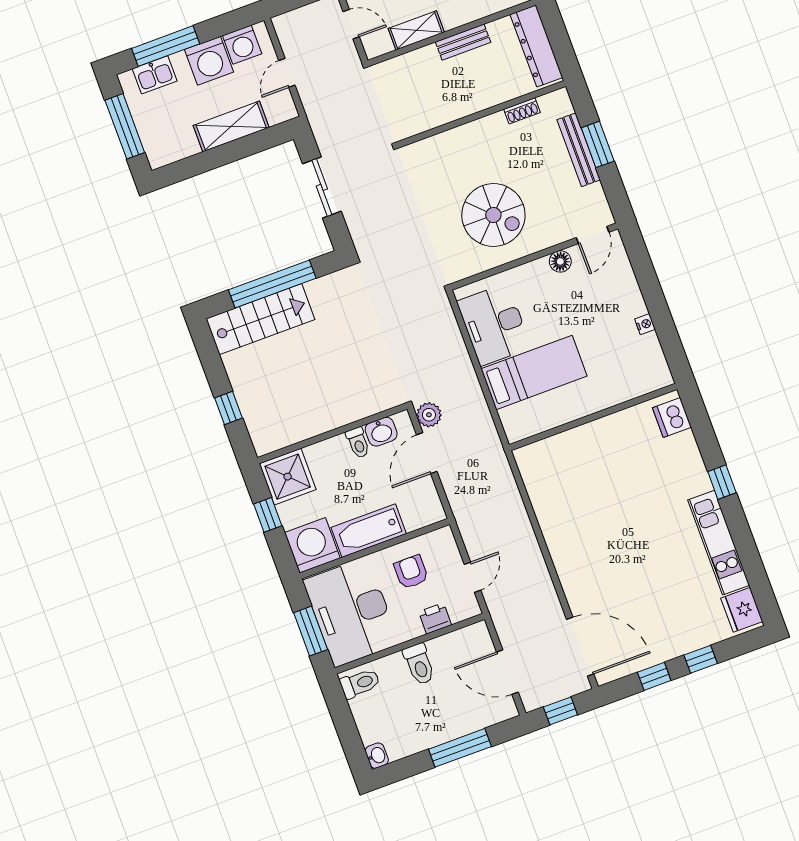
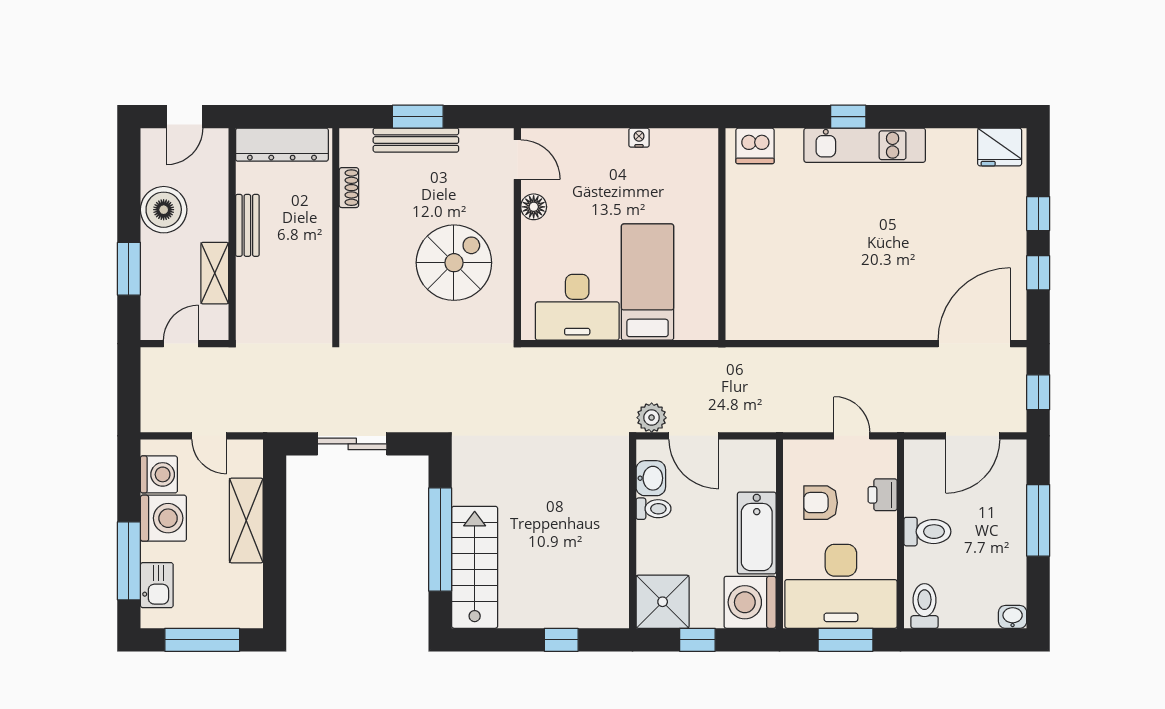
kitchen unit: (719, 543) -> (865, 145), moved

